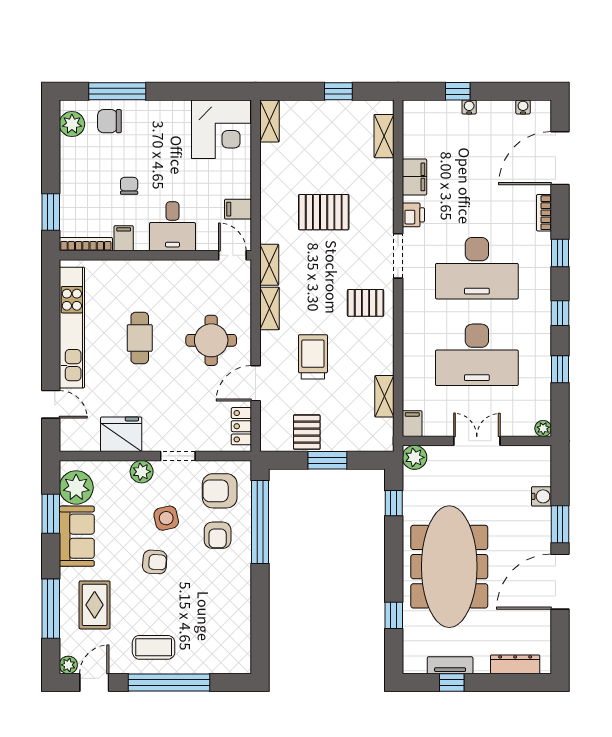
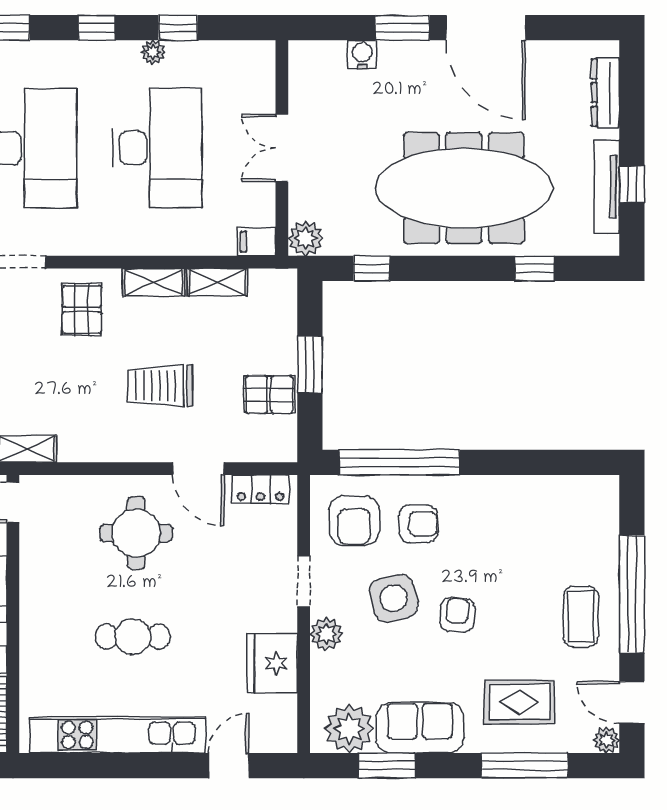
shelving: (270, 308) -> (153, 282), moved
plant: (543, 428) -> (153, 52), moved
side table: (166, 518) -> (394, 598), width x1.37, depth x1.37
tv unit: (450, 665) -> (607, 187), width x1.41

